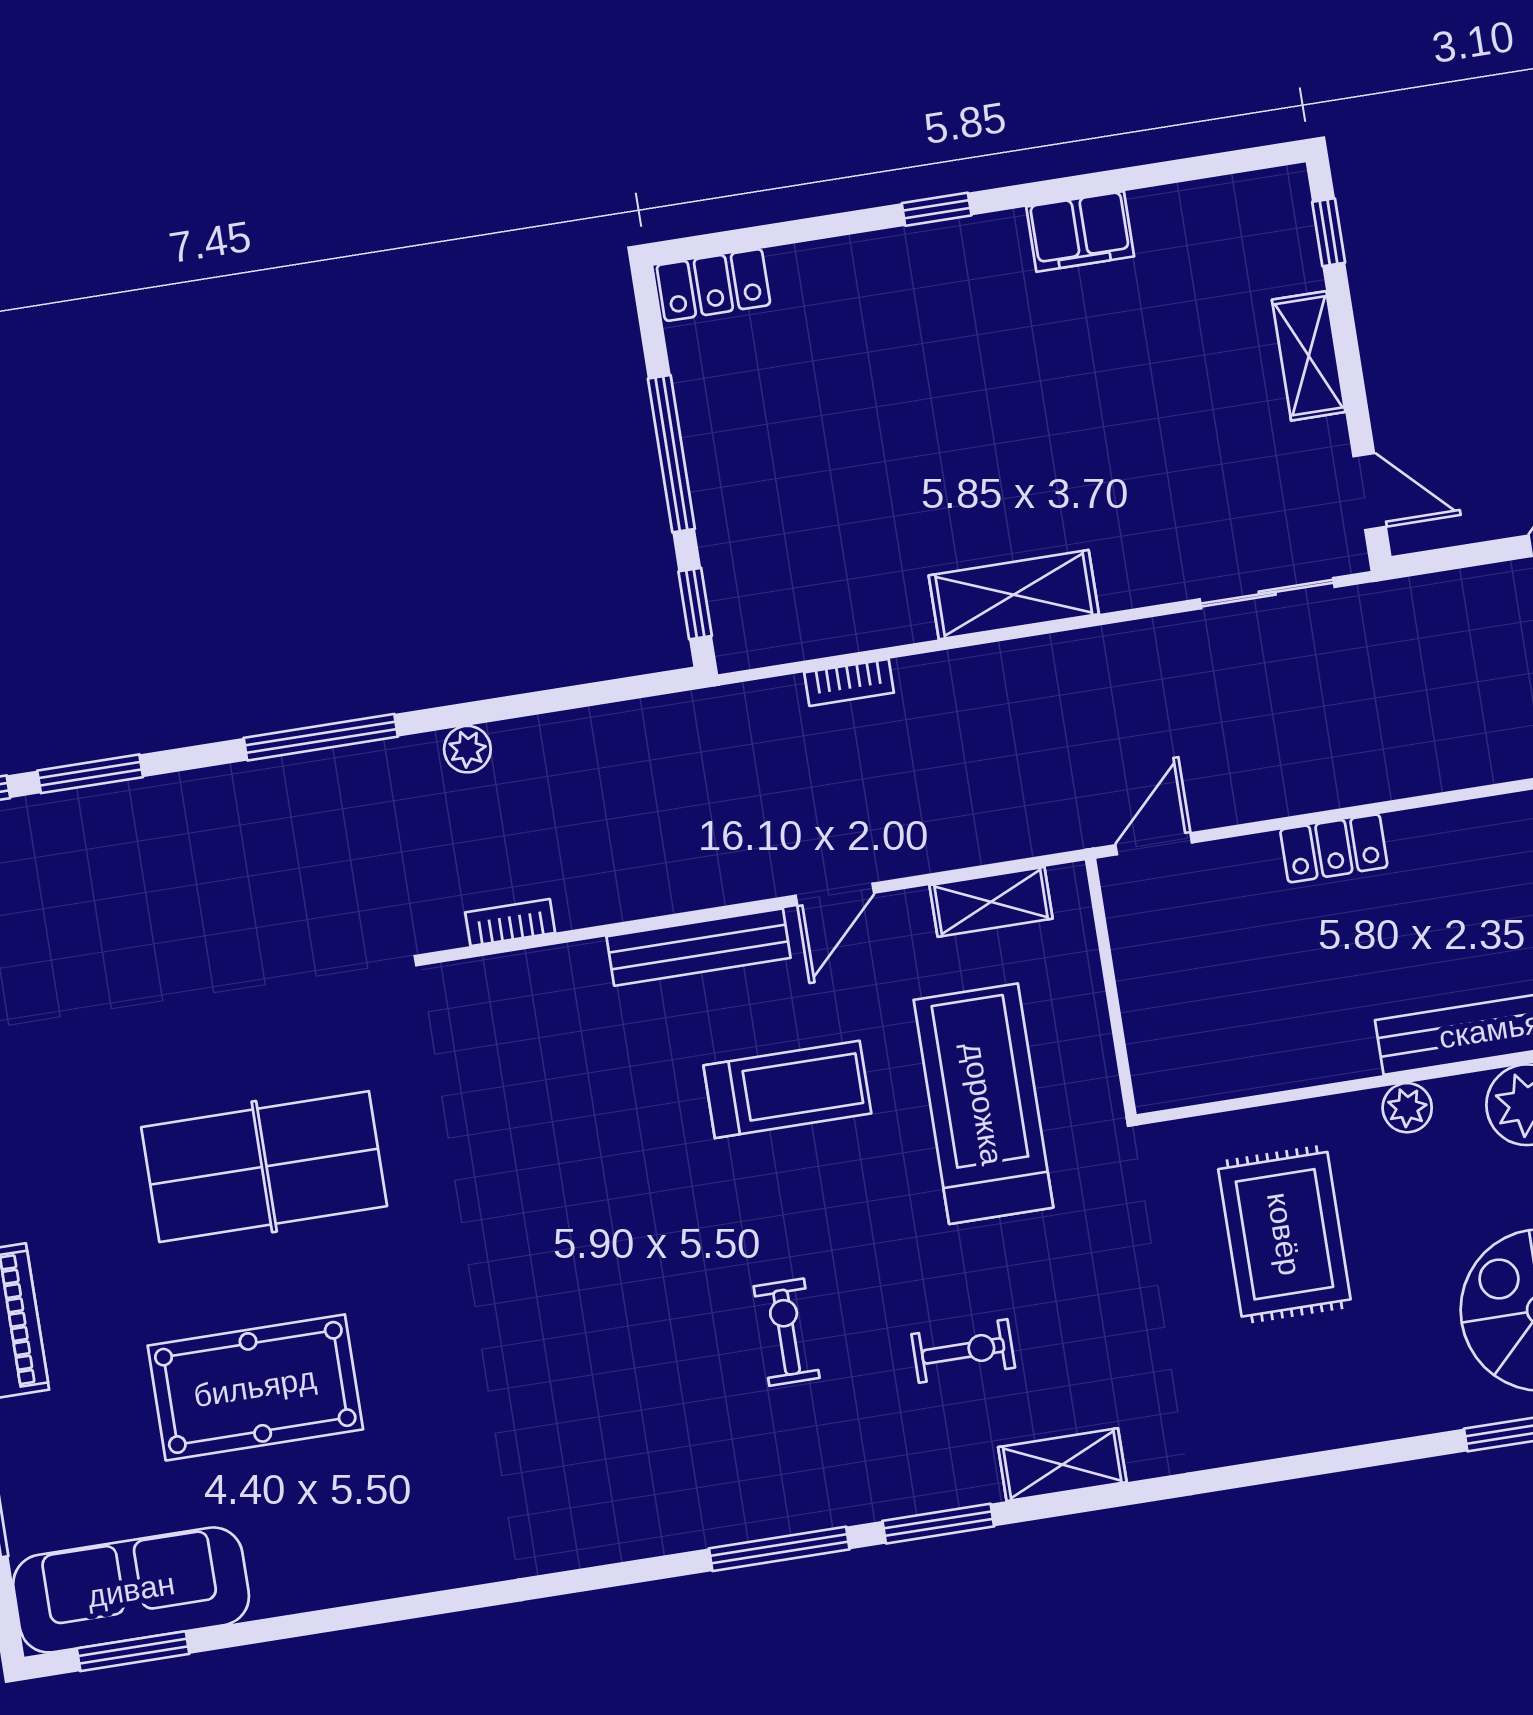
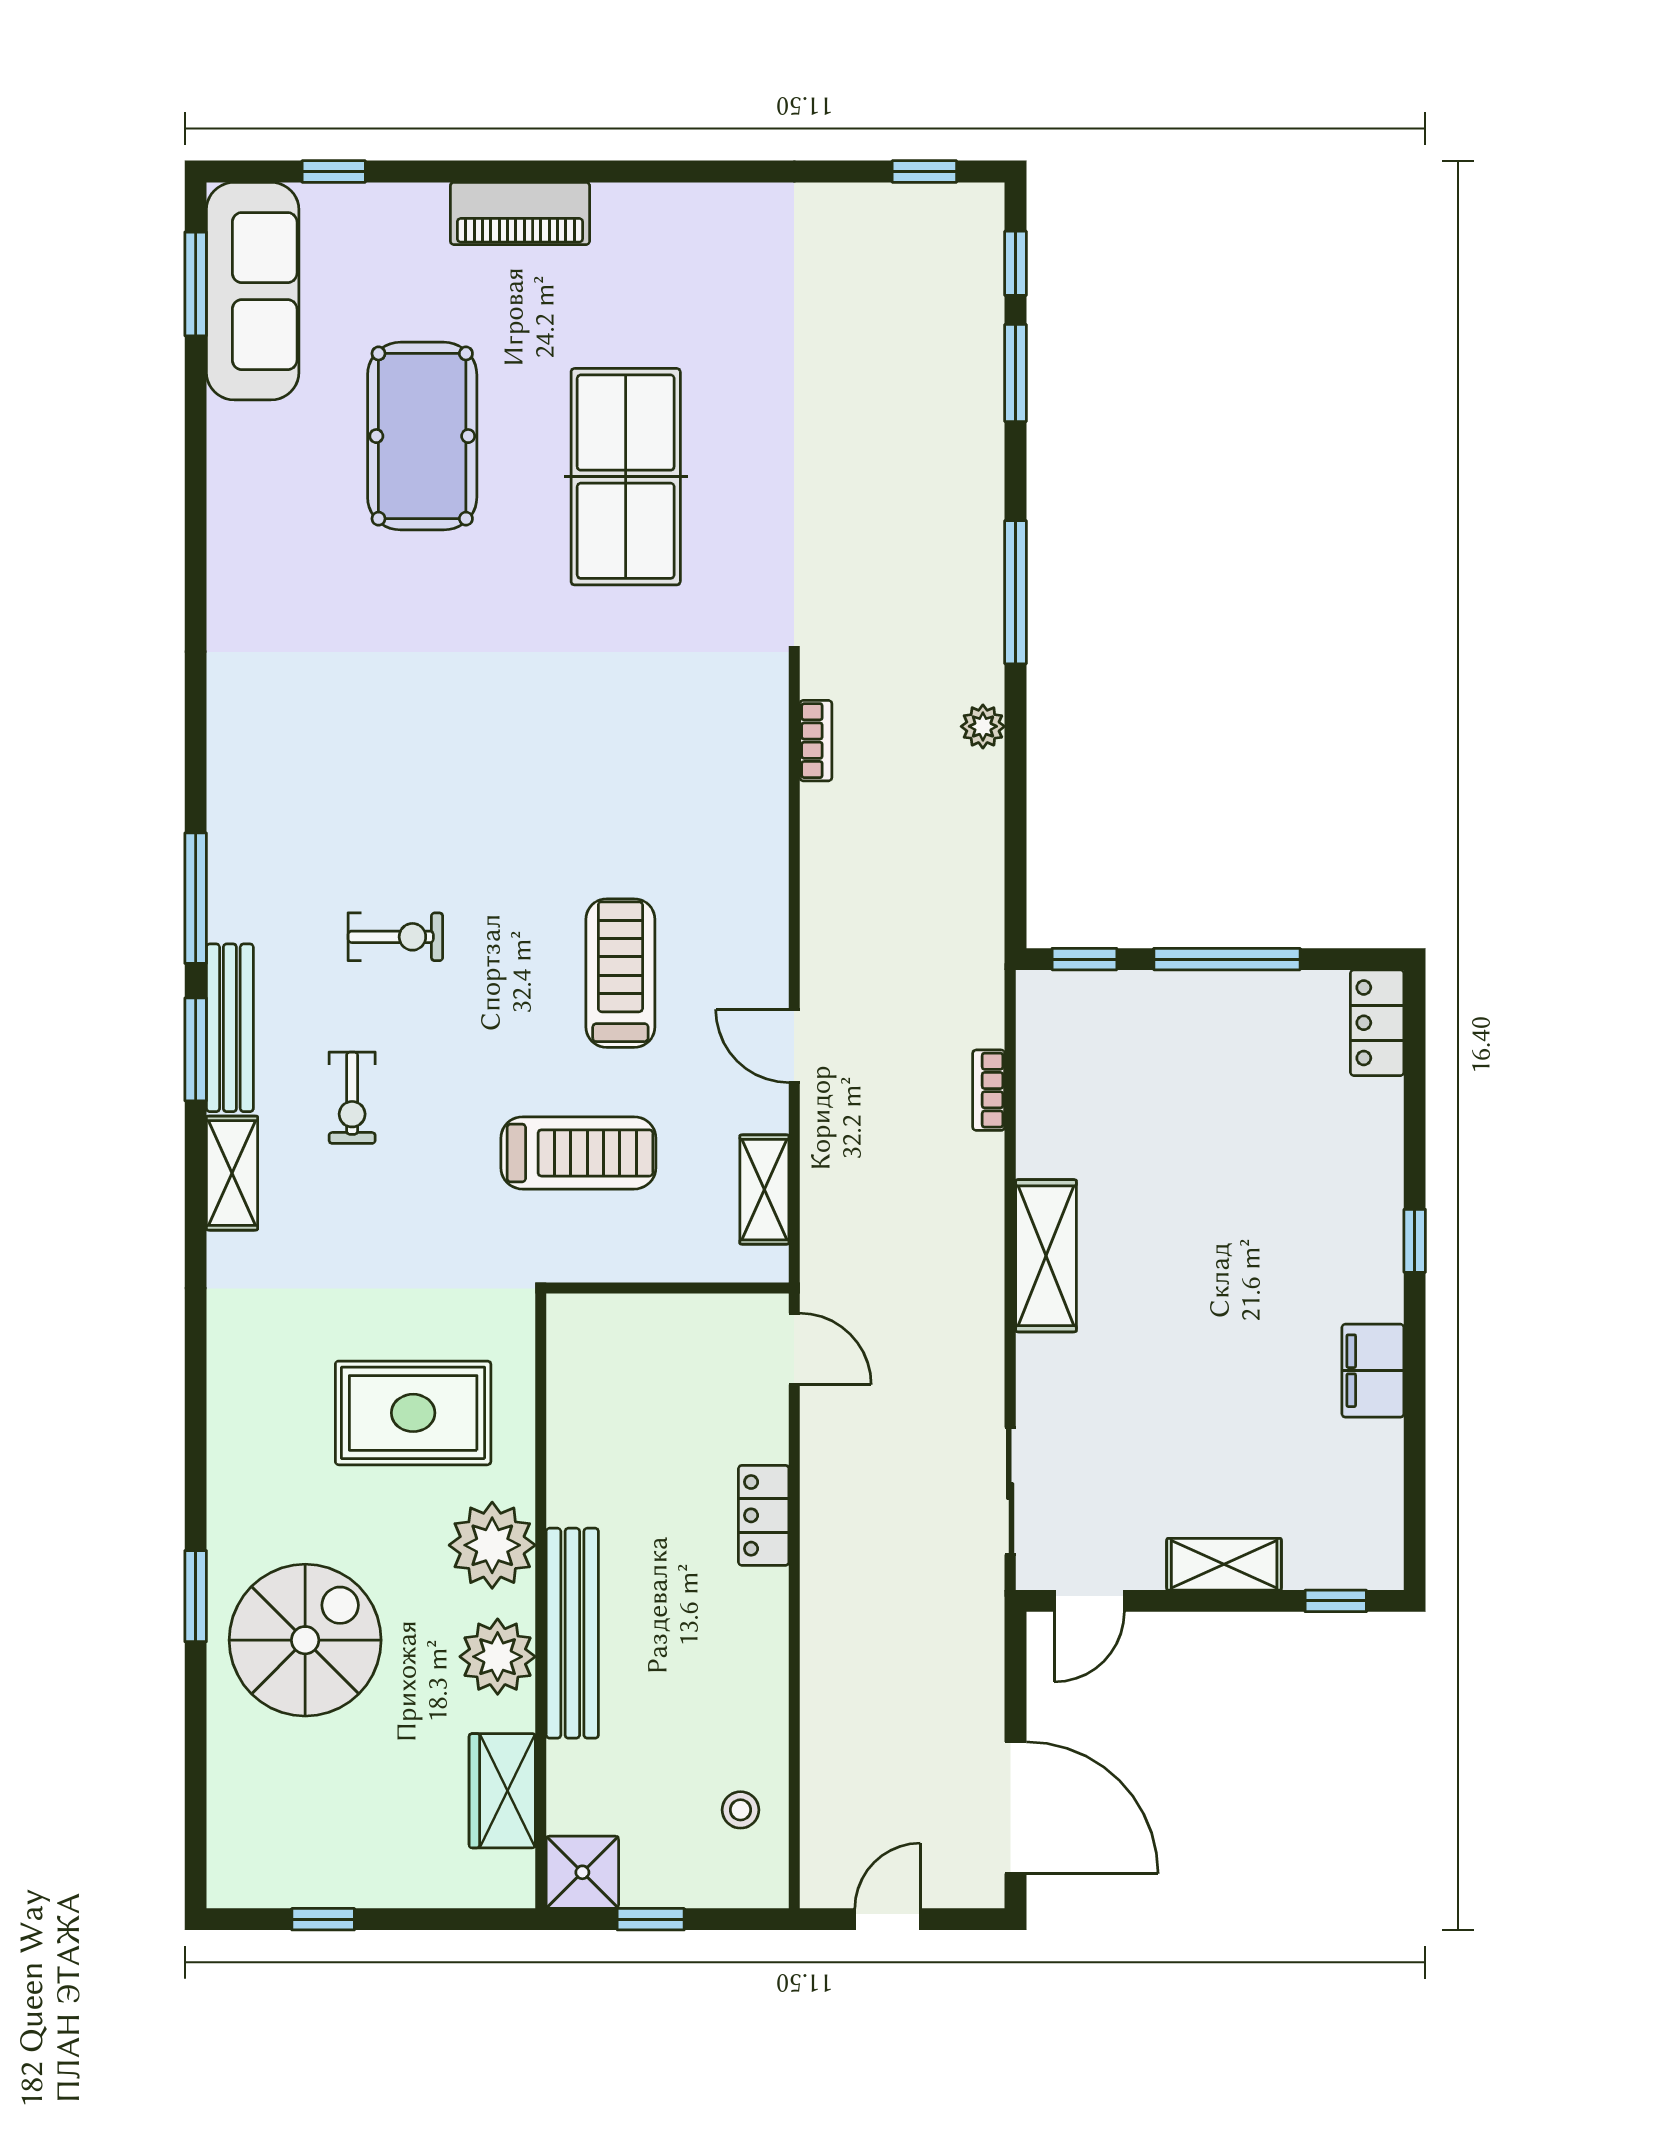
bench: (698, 947) -> (230, 1028), moved
treadmill: (787, 1089) -> (620, 973), turned 180
treadmill: (983, 1104) -> (578, 1153), width x0.73, depth x0.73
plant: (1407, 1108) -> (492, 1545), width x1.88, depth x1.88

